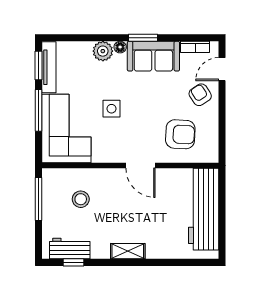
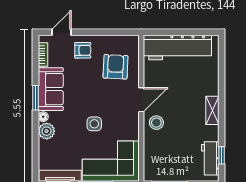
door: (222, 69) -> (62, 32), swing flipped
armchair: (200, 95) -> (83, 50), turned -147
stool: (81, 199) -> (156, 123), moved

